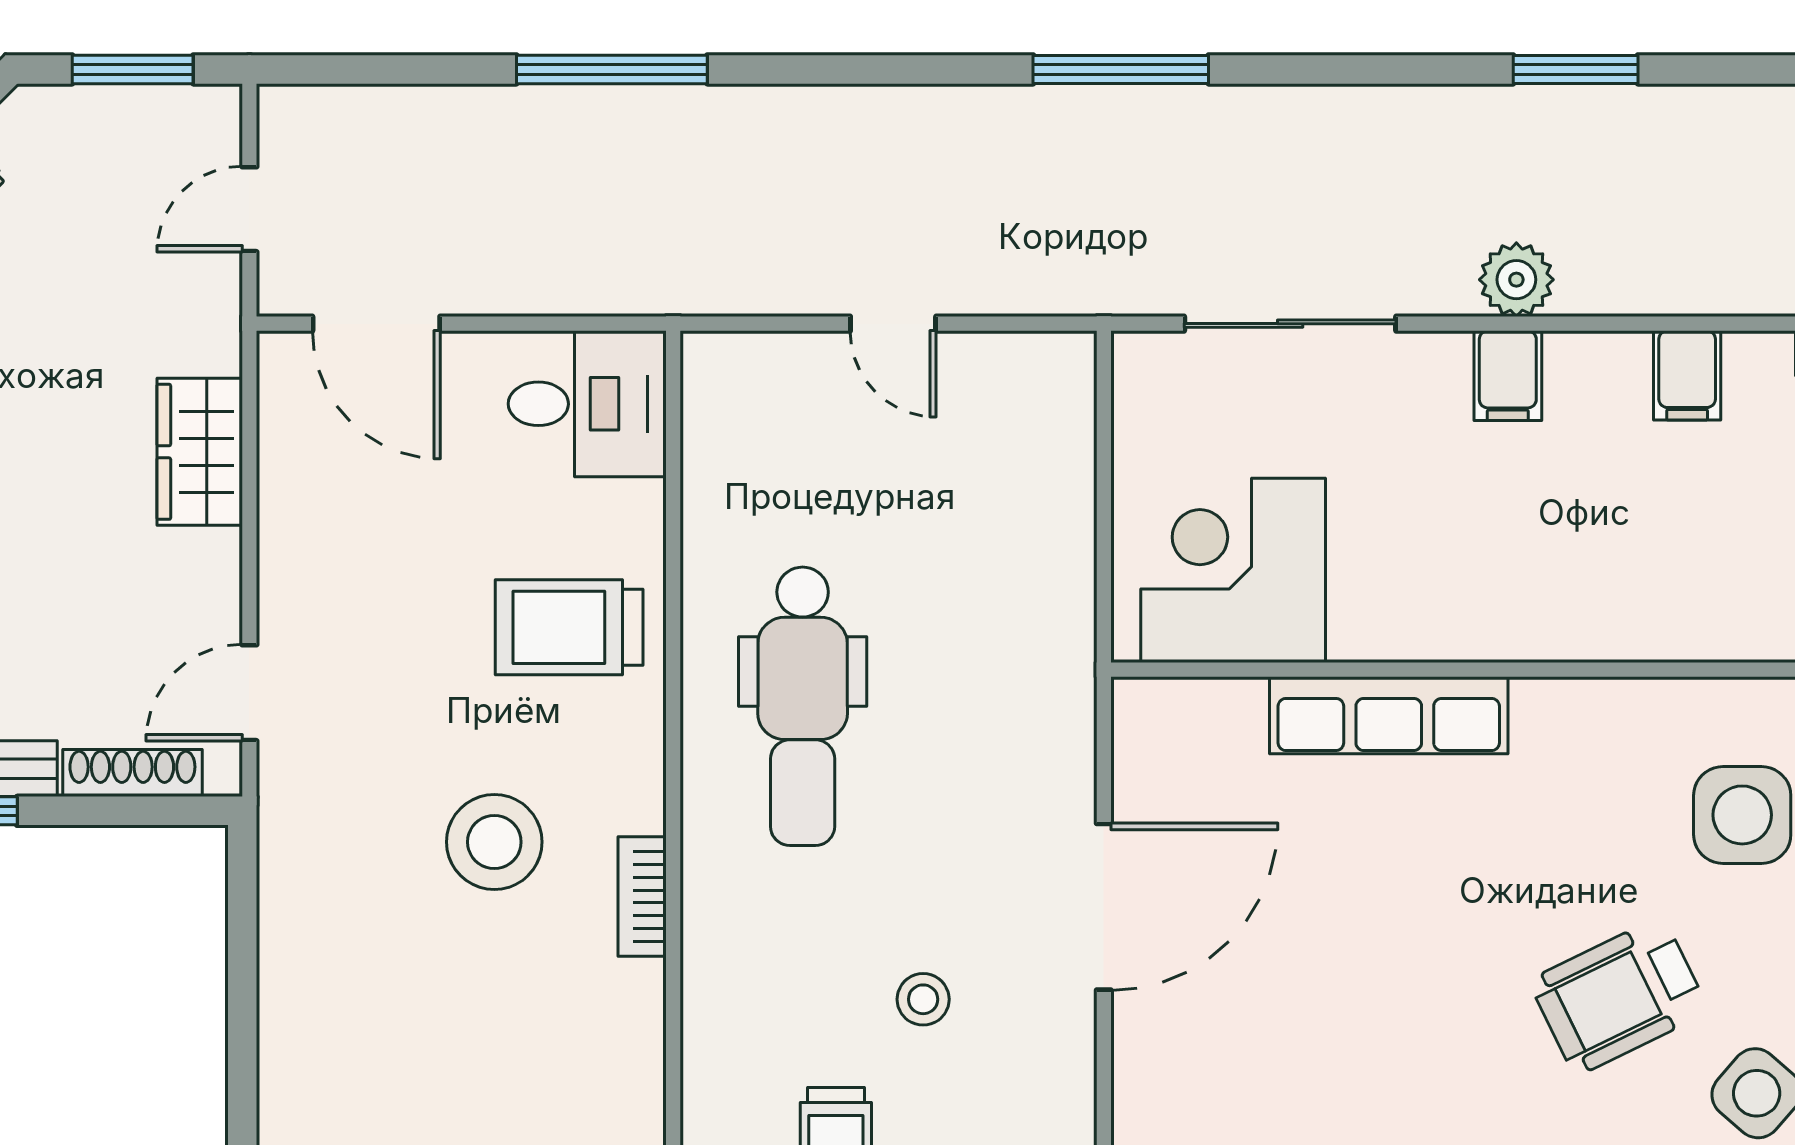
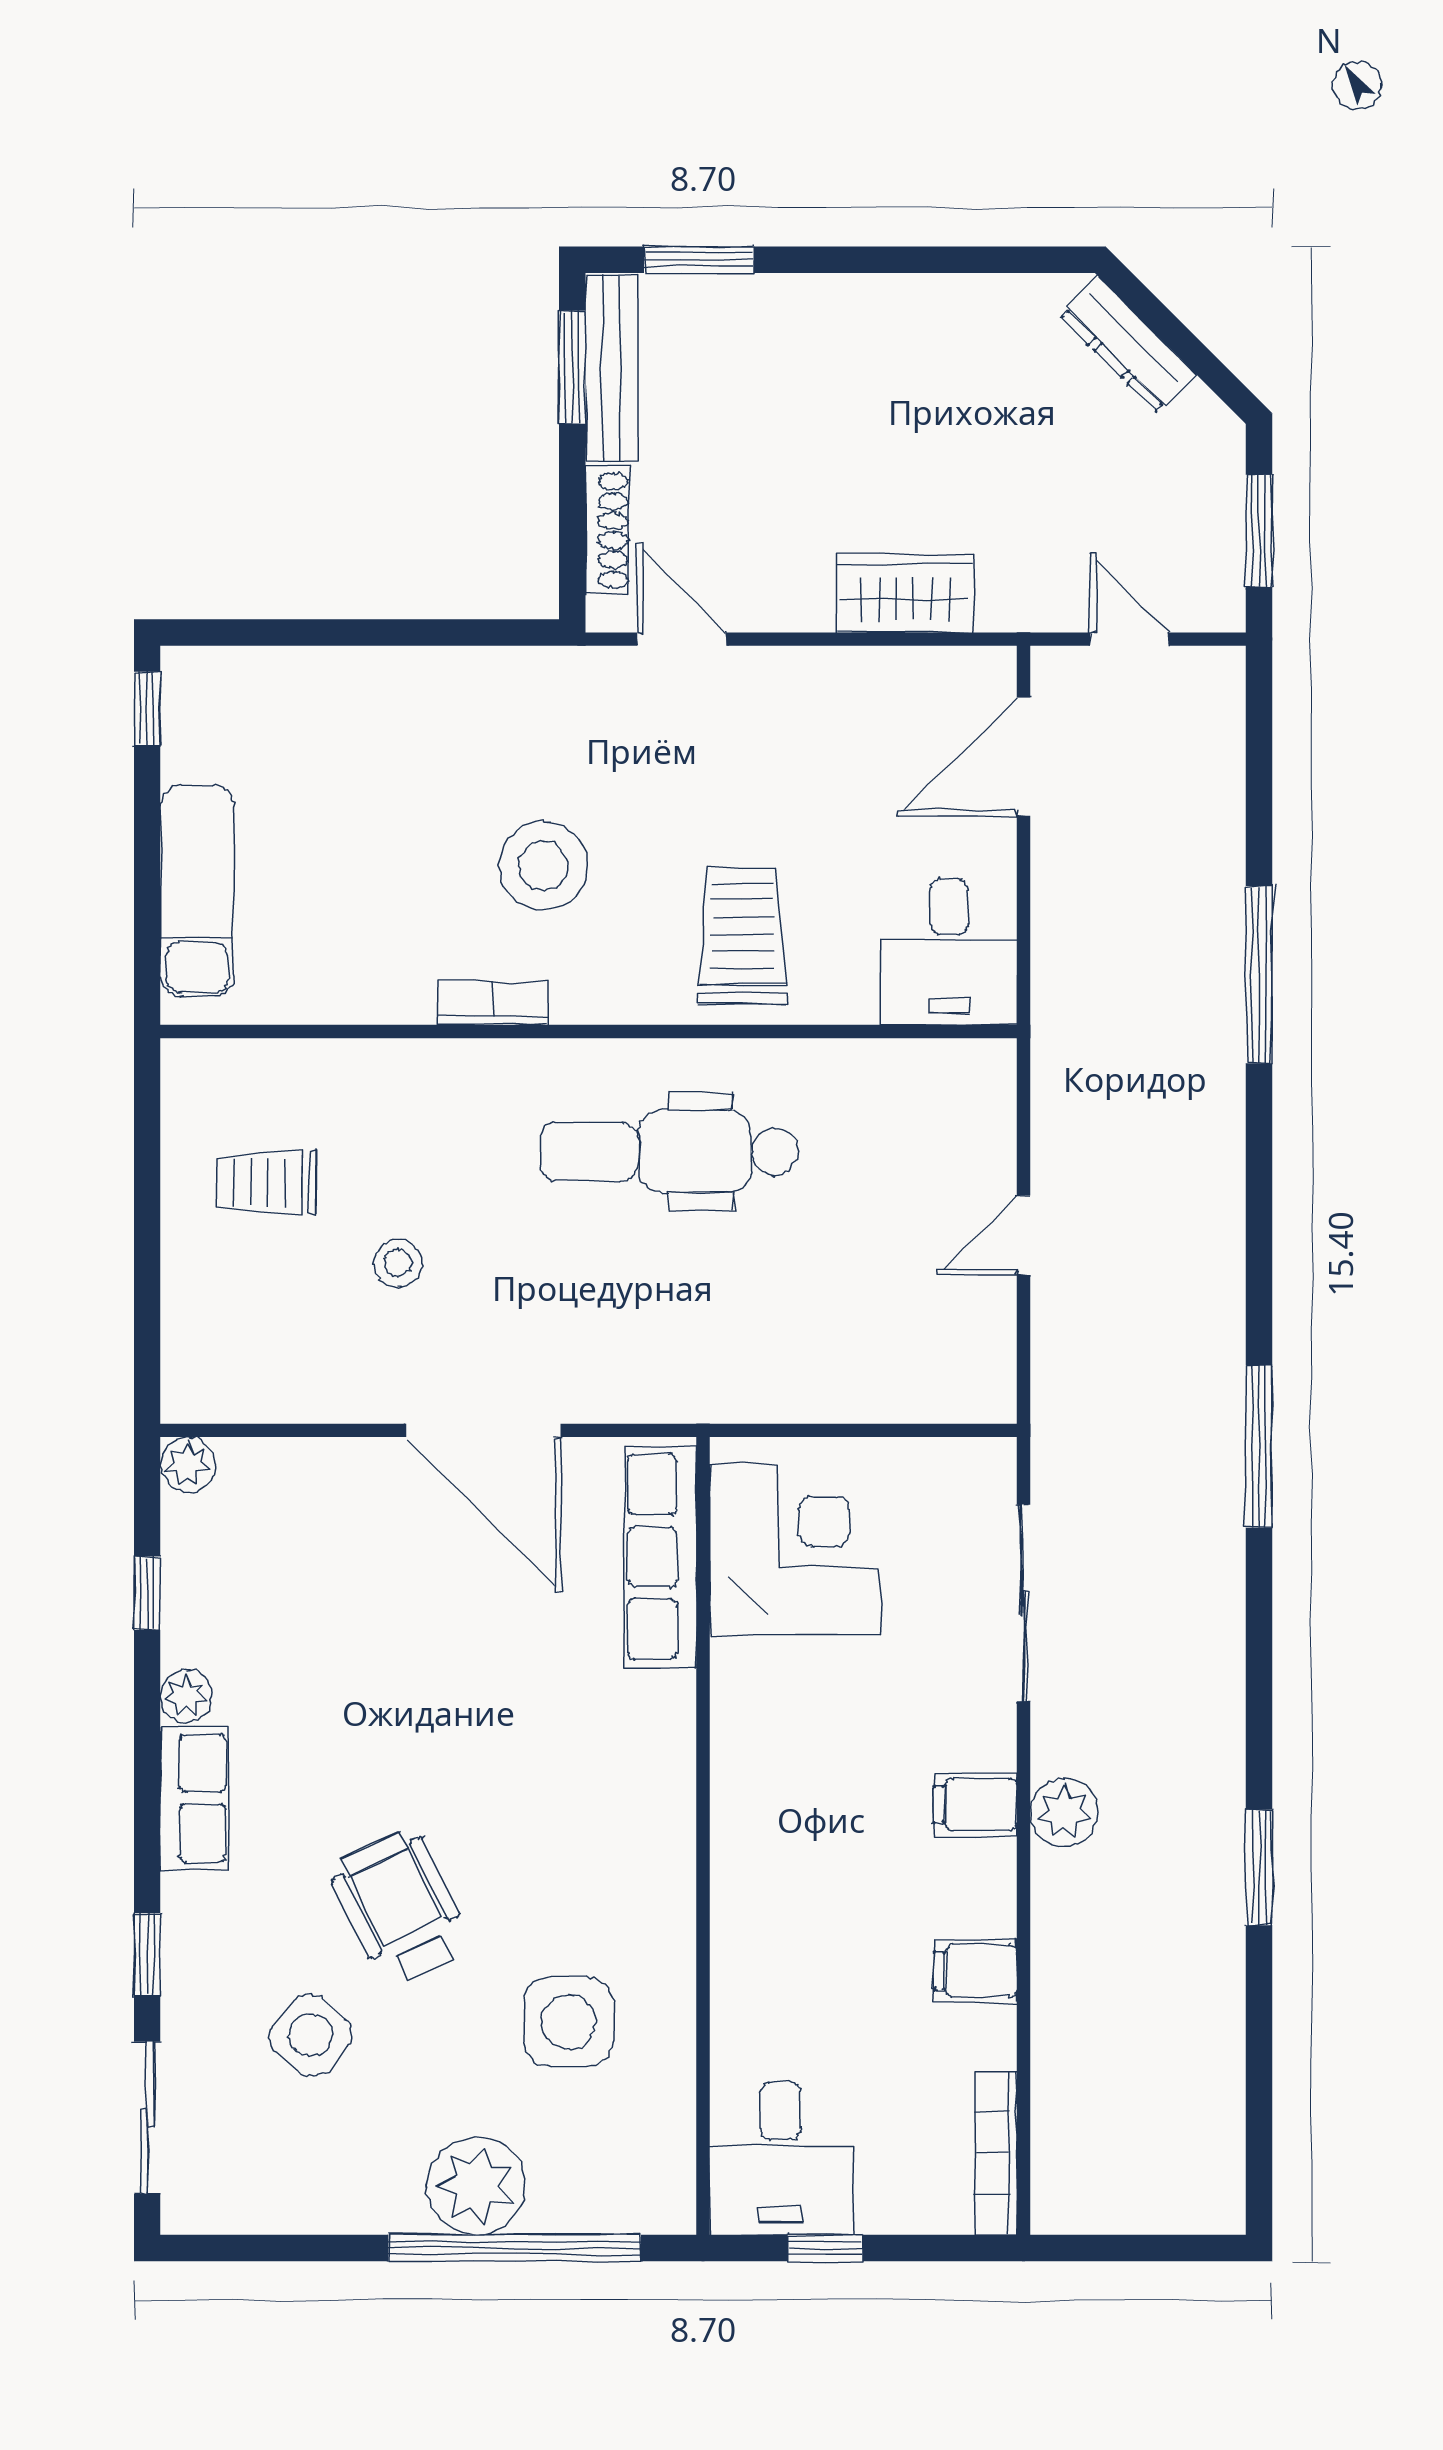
row of seats: (1389, 715) -> (661, 1557), moved

